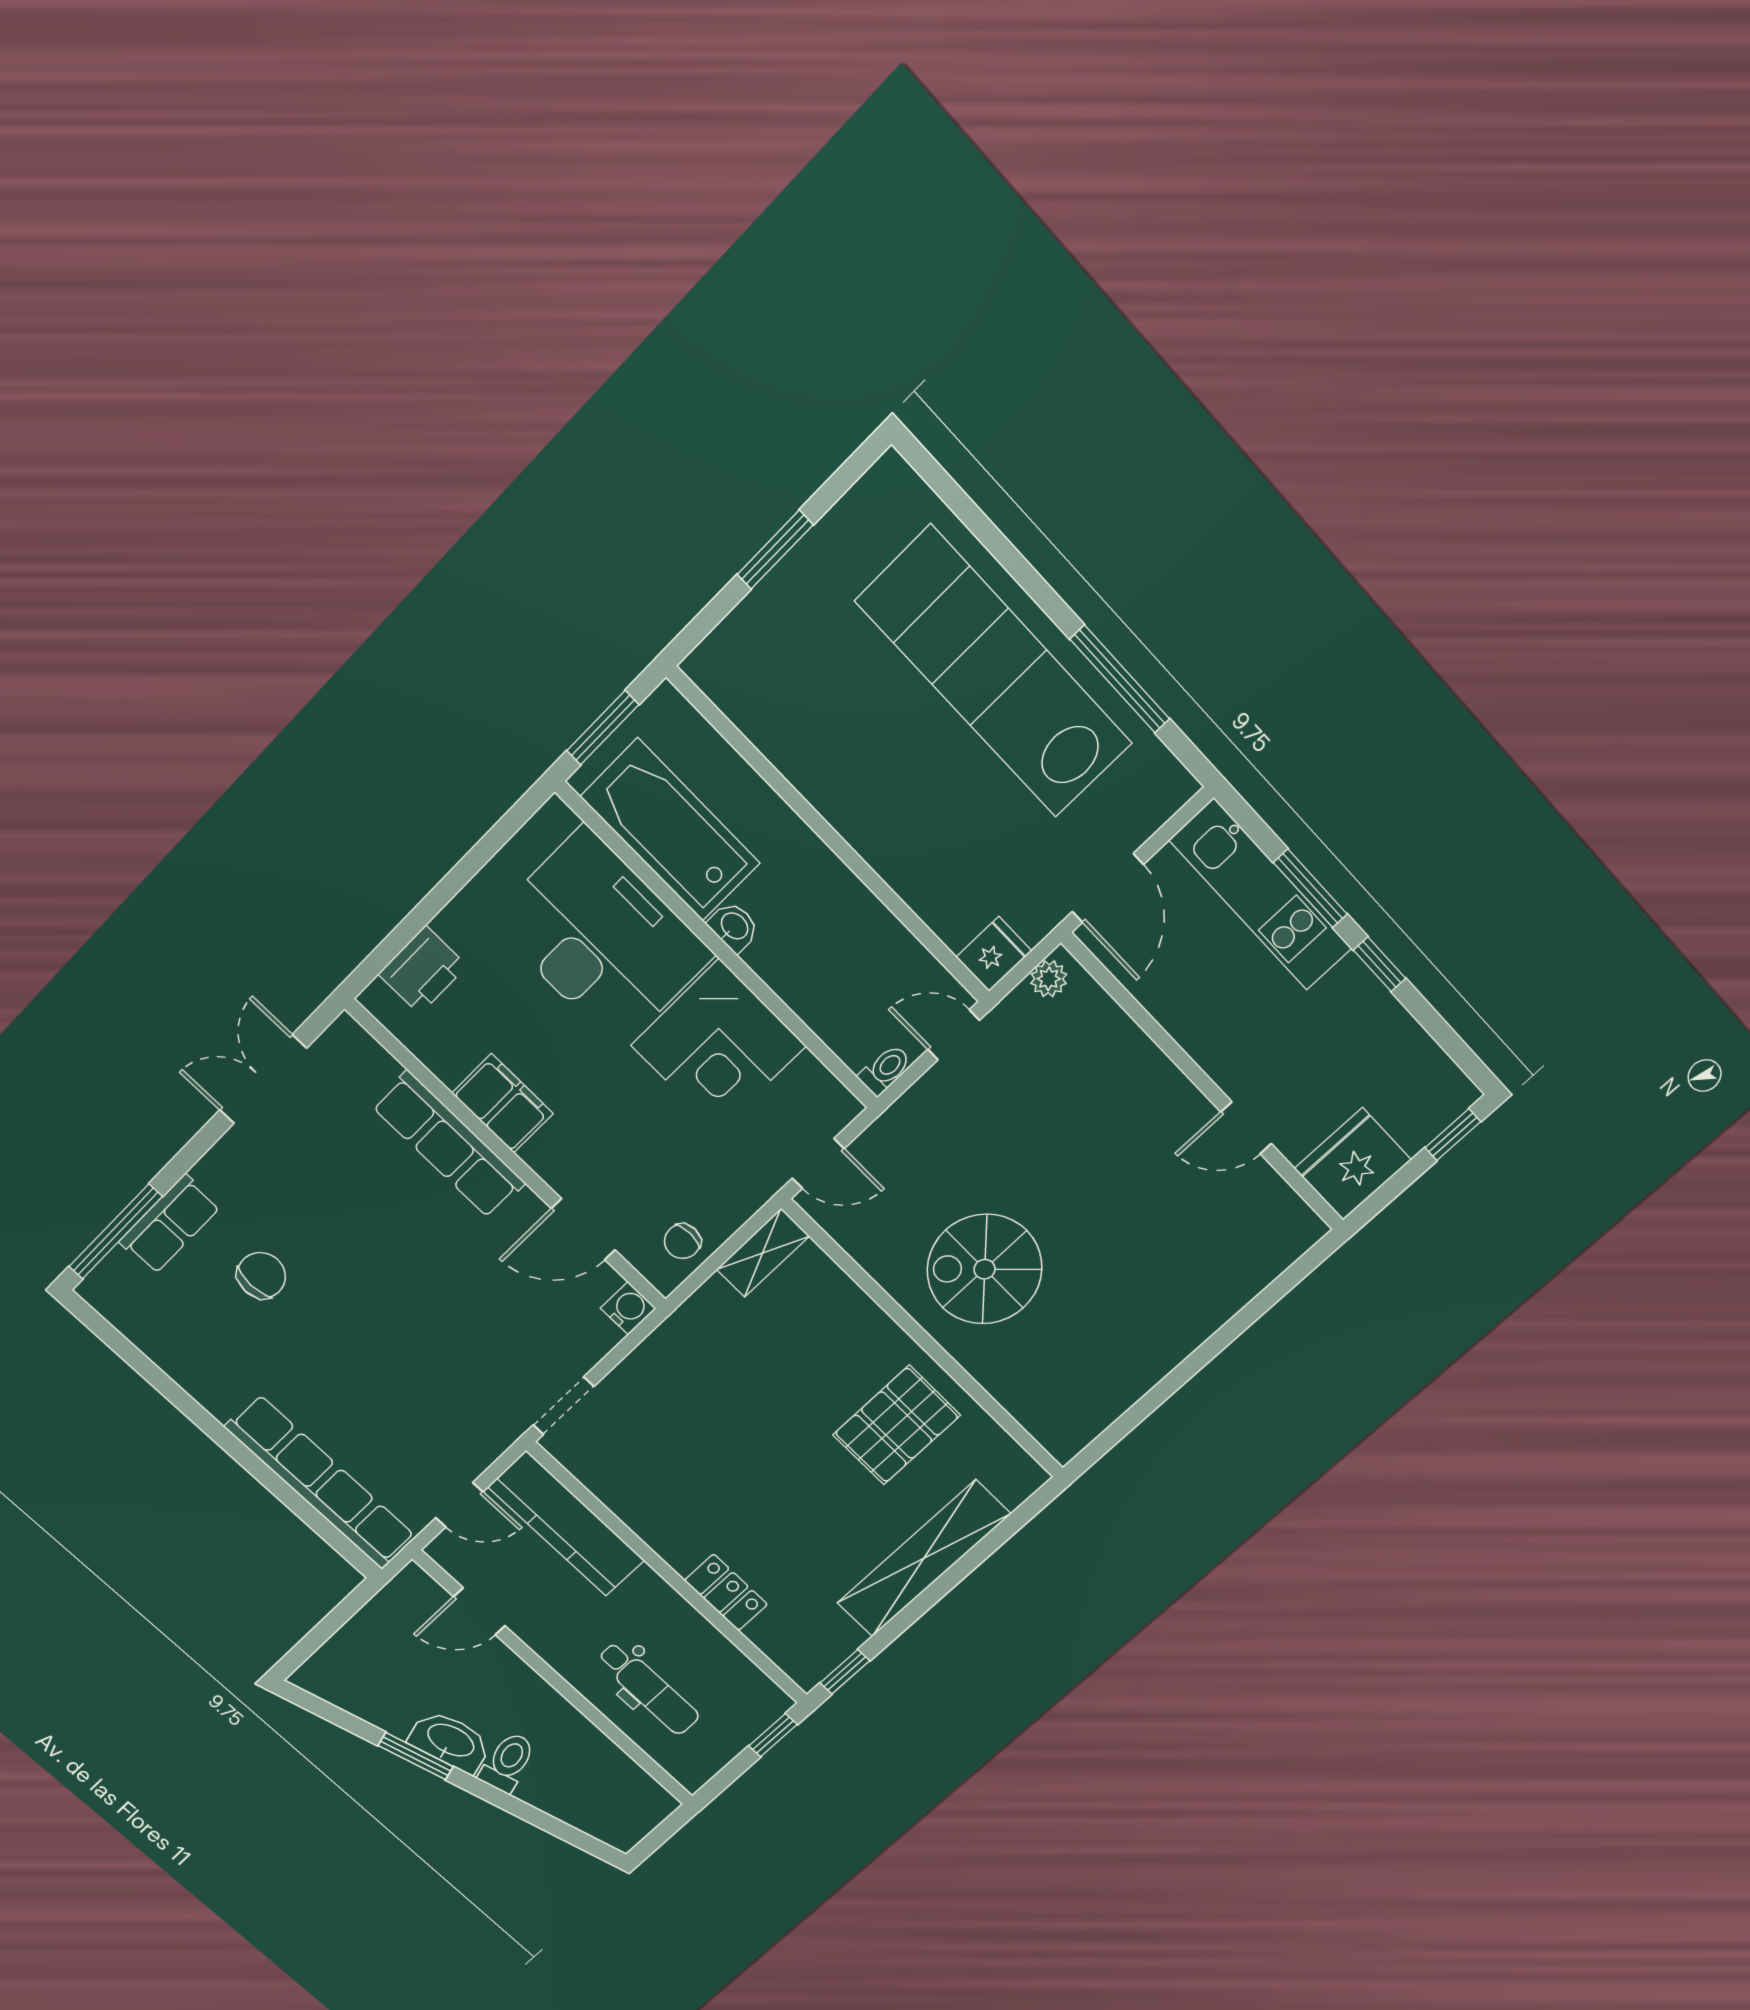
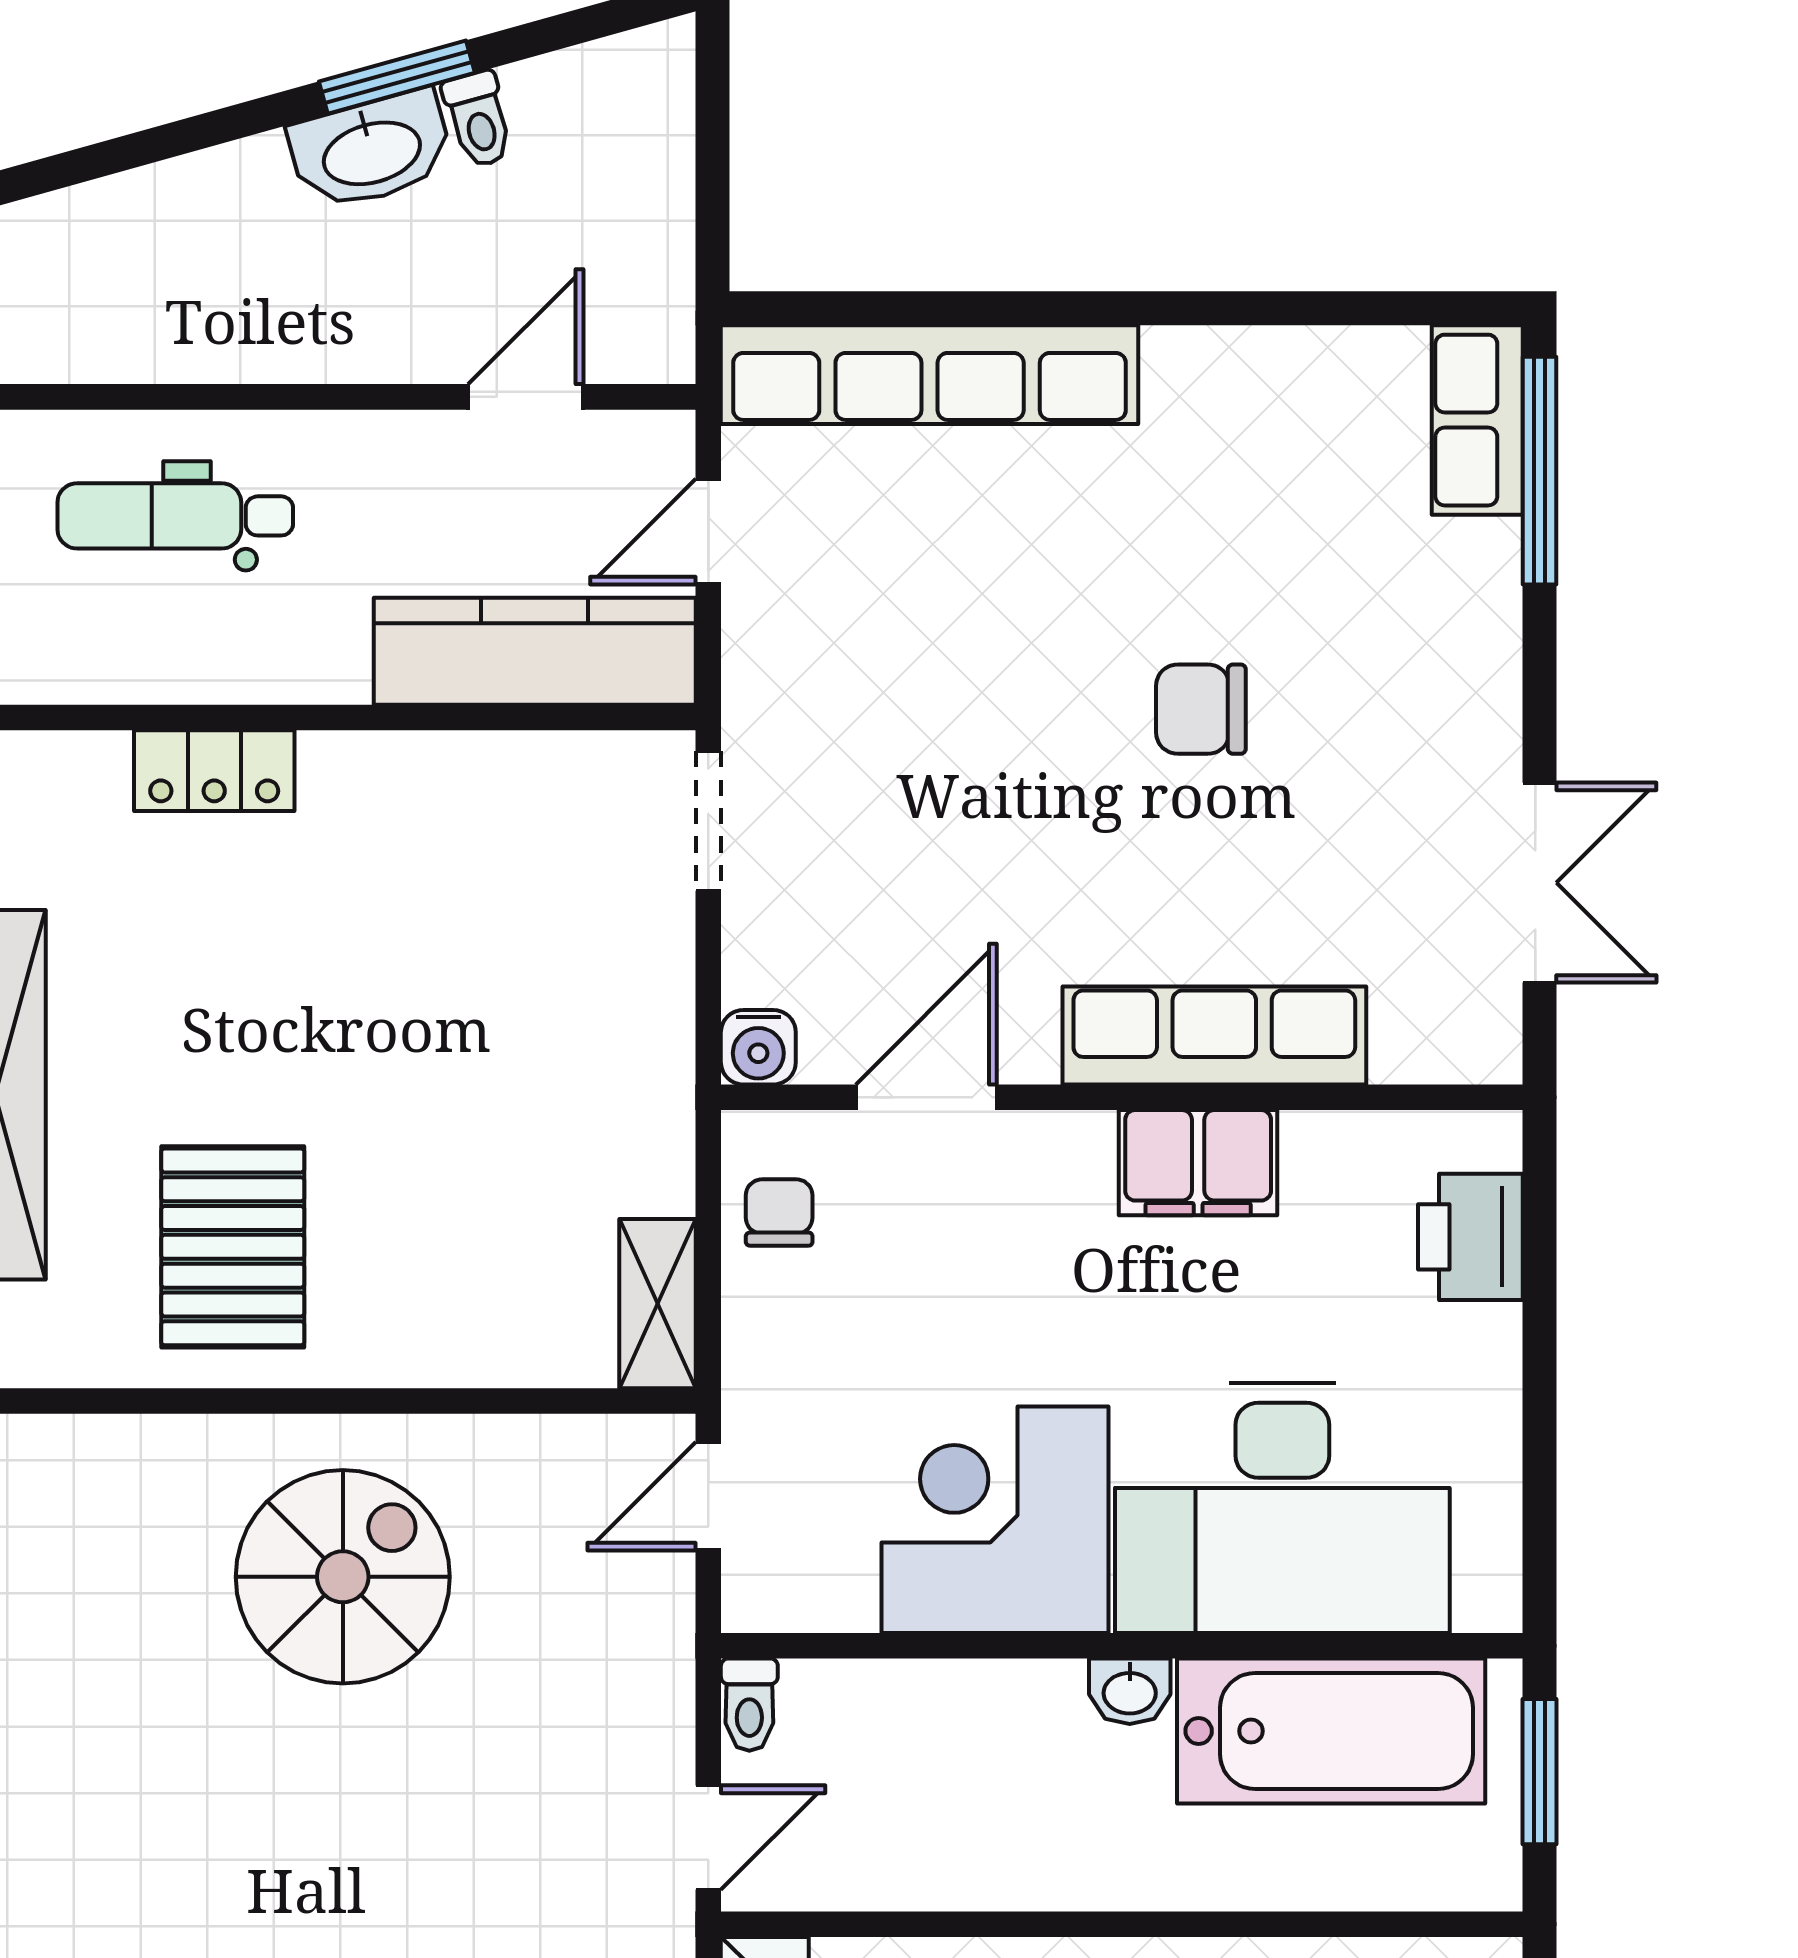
row of seats: (170, 1224) -> (1477, 420), moved
chair: (261, 1275) -> (1201, 709), moved, turned 90
toilet: (508, 1762) -> (478, 119), moved, width x0.73, depth x0.72

